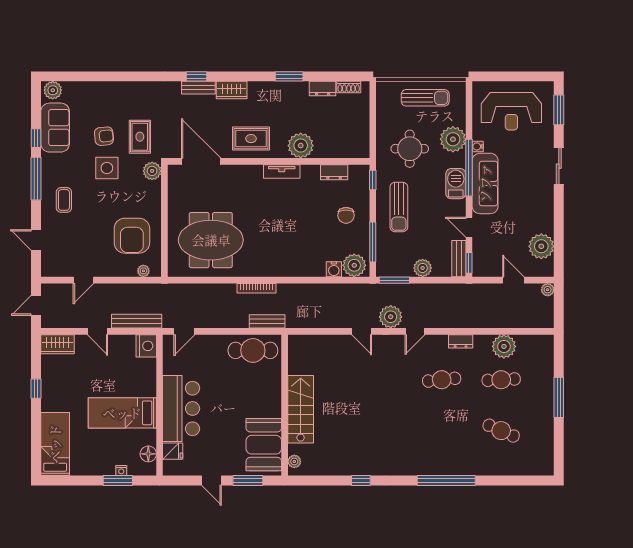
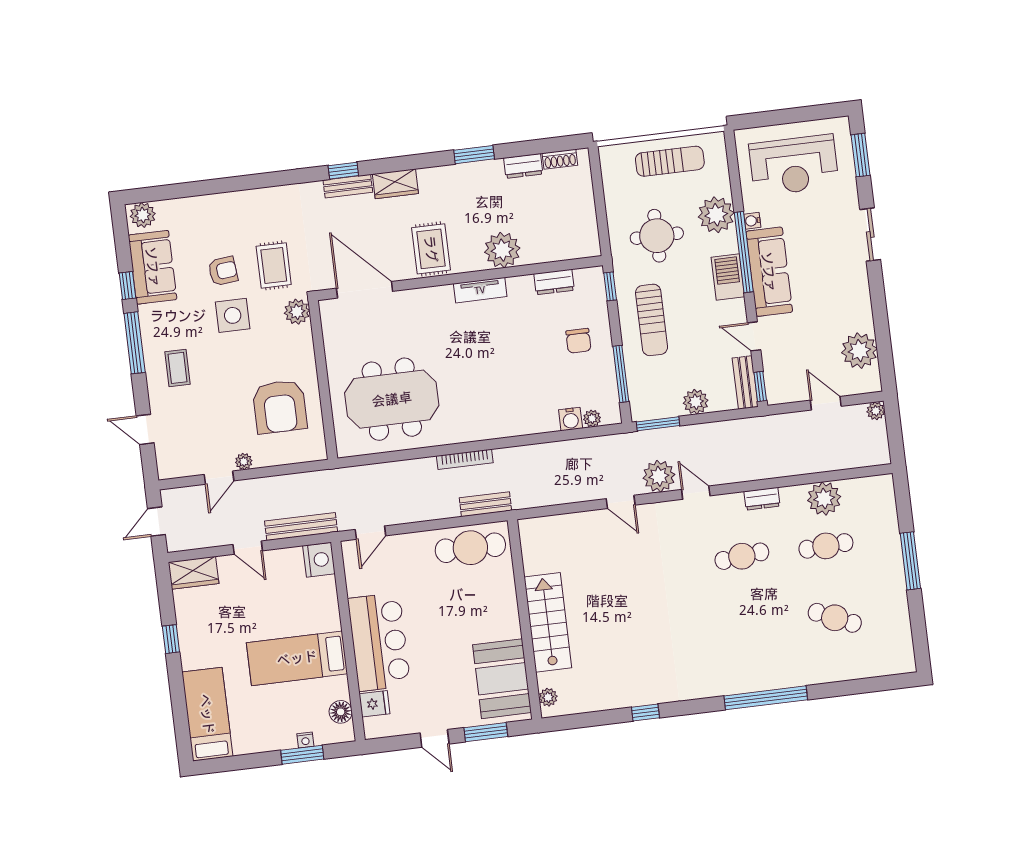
rug: (251, 139) -> (431, 249), turned 90
plant: (354, 265) -> (592, 418), width x0.53, depth x0.53
plant: (143, 271) -> (244, 461), moved
door: (415, 331) -> (696, 493), swing flipped

